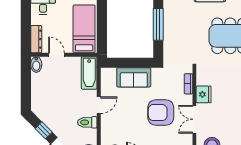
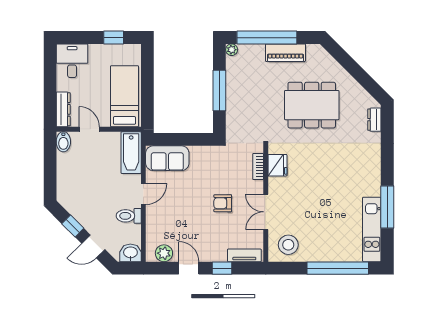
sofa: (134, 77) -> (167, 158), moved
fridge: (204, 94) -> (277, 165), moved
armchair: (161, 113) -> (223, 203), width x0.53, depth x0.53

